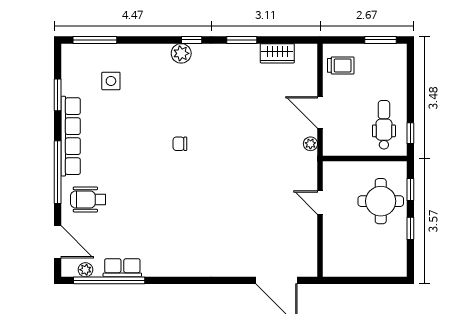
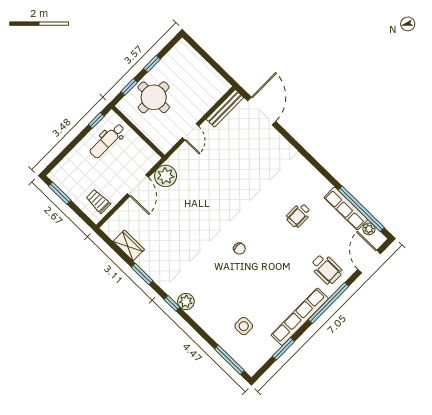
plant: (310, 144) -> (166, 176), width x1.88, depth x1.88
wheelchair: (157, 222) -> (299, 215), added
bench: (310, 252) -> (225, 108), added
row of seats: (122, 268) -> (346, 209), width x1.48

